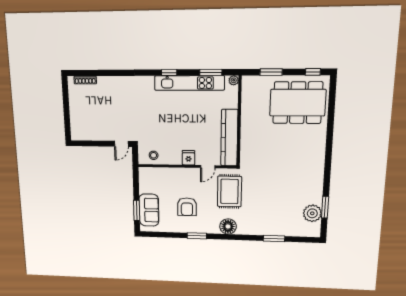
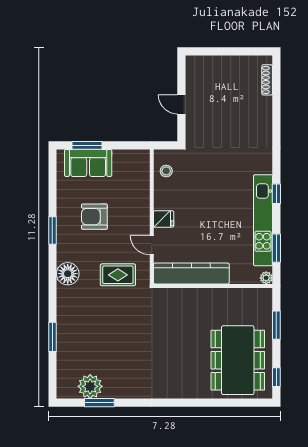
door: (121, 144) -> (181, 104), moved
rug: (229, 191) -> (118, 275), width x0.73, depth x0.70

